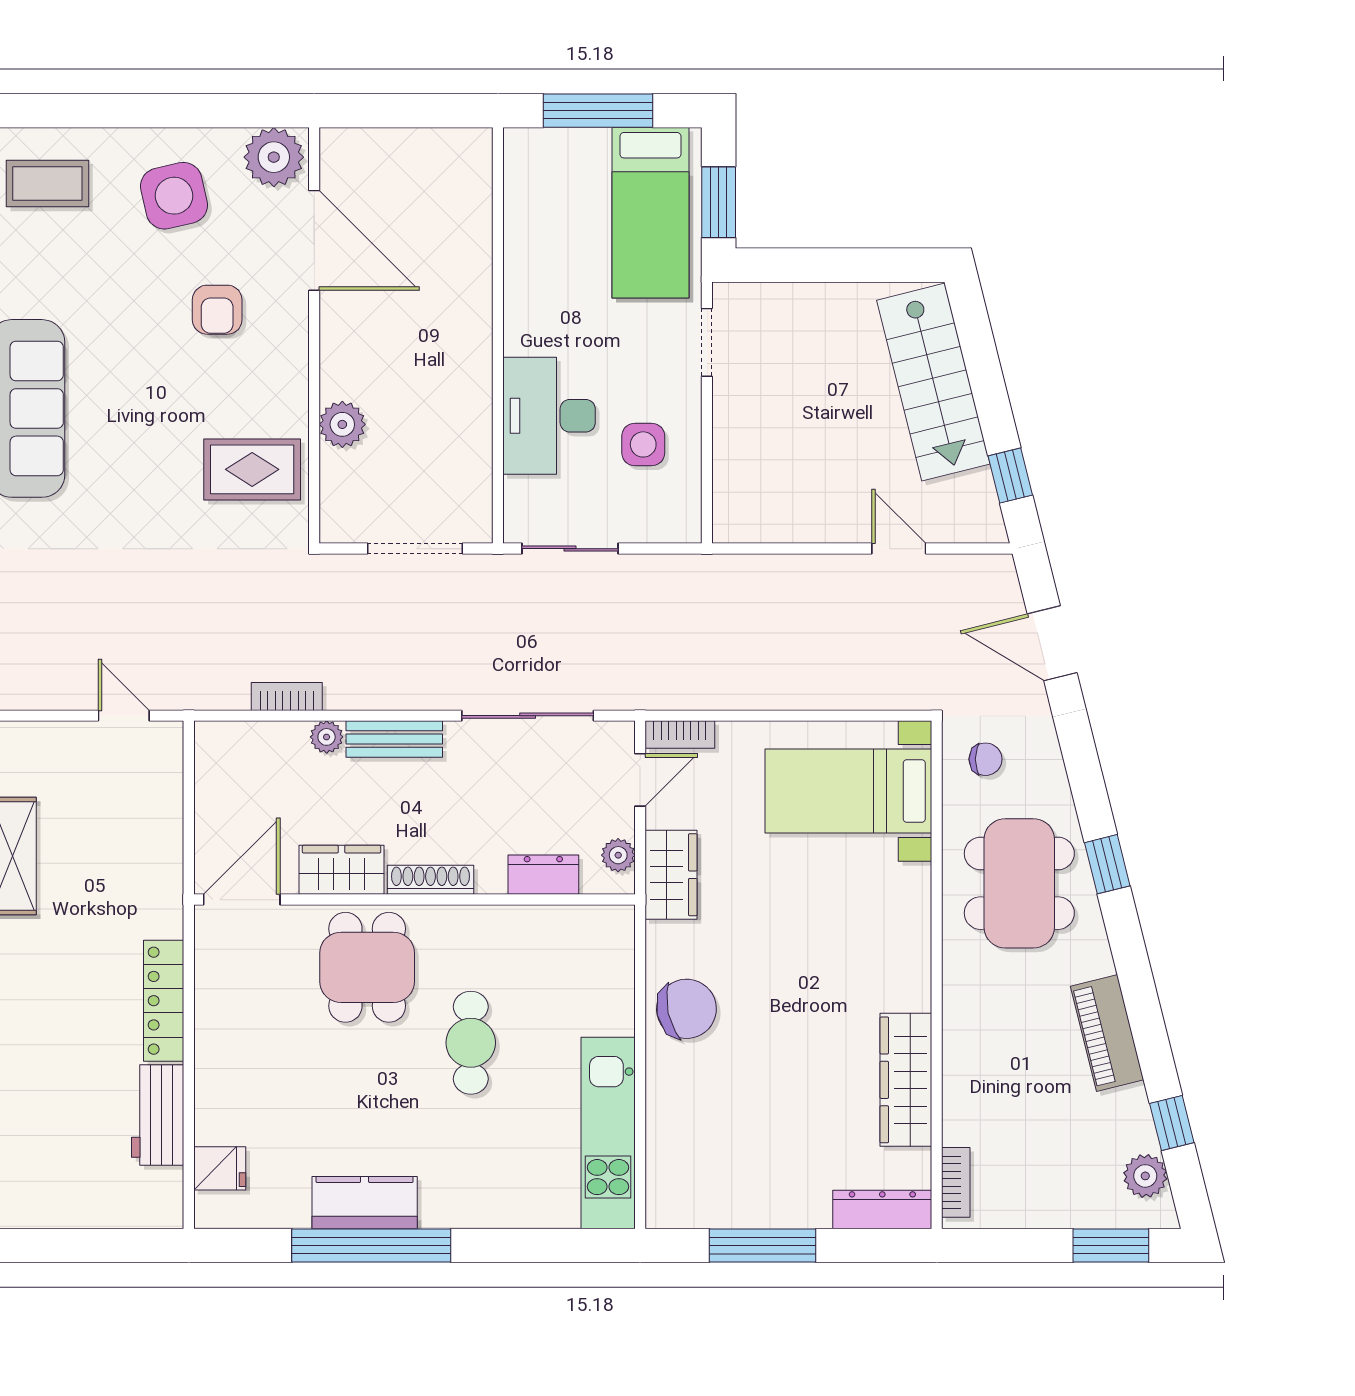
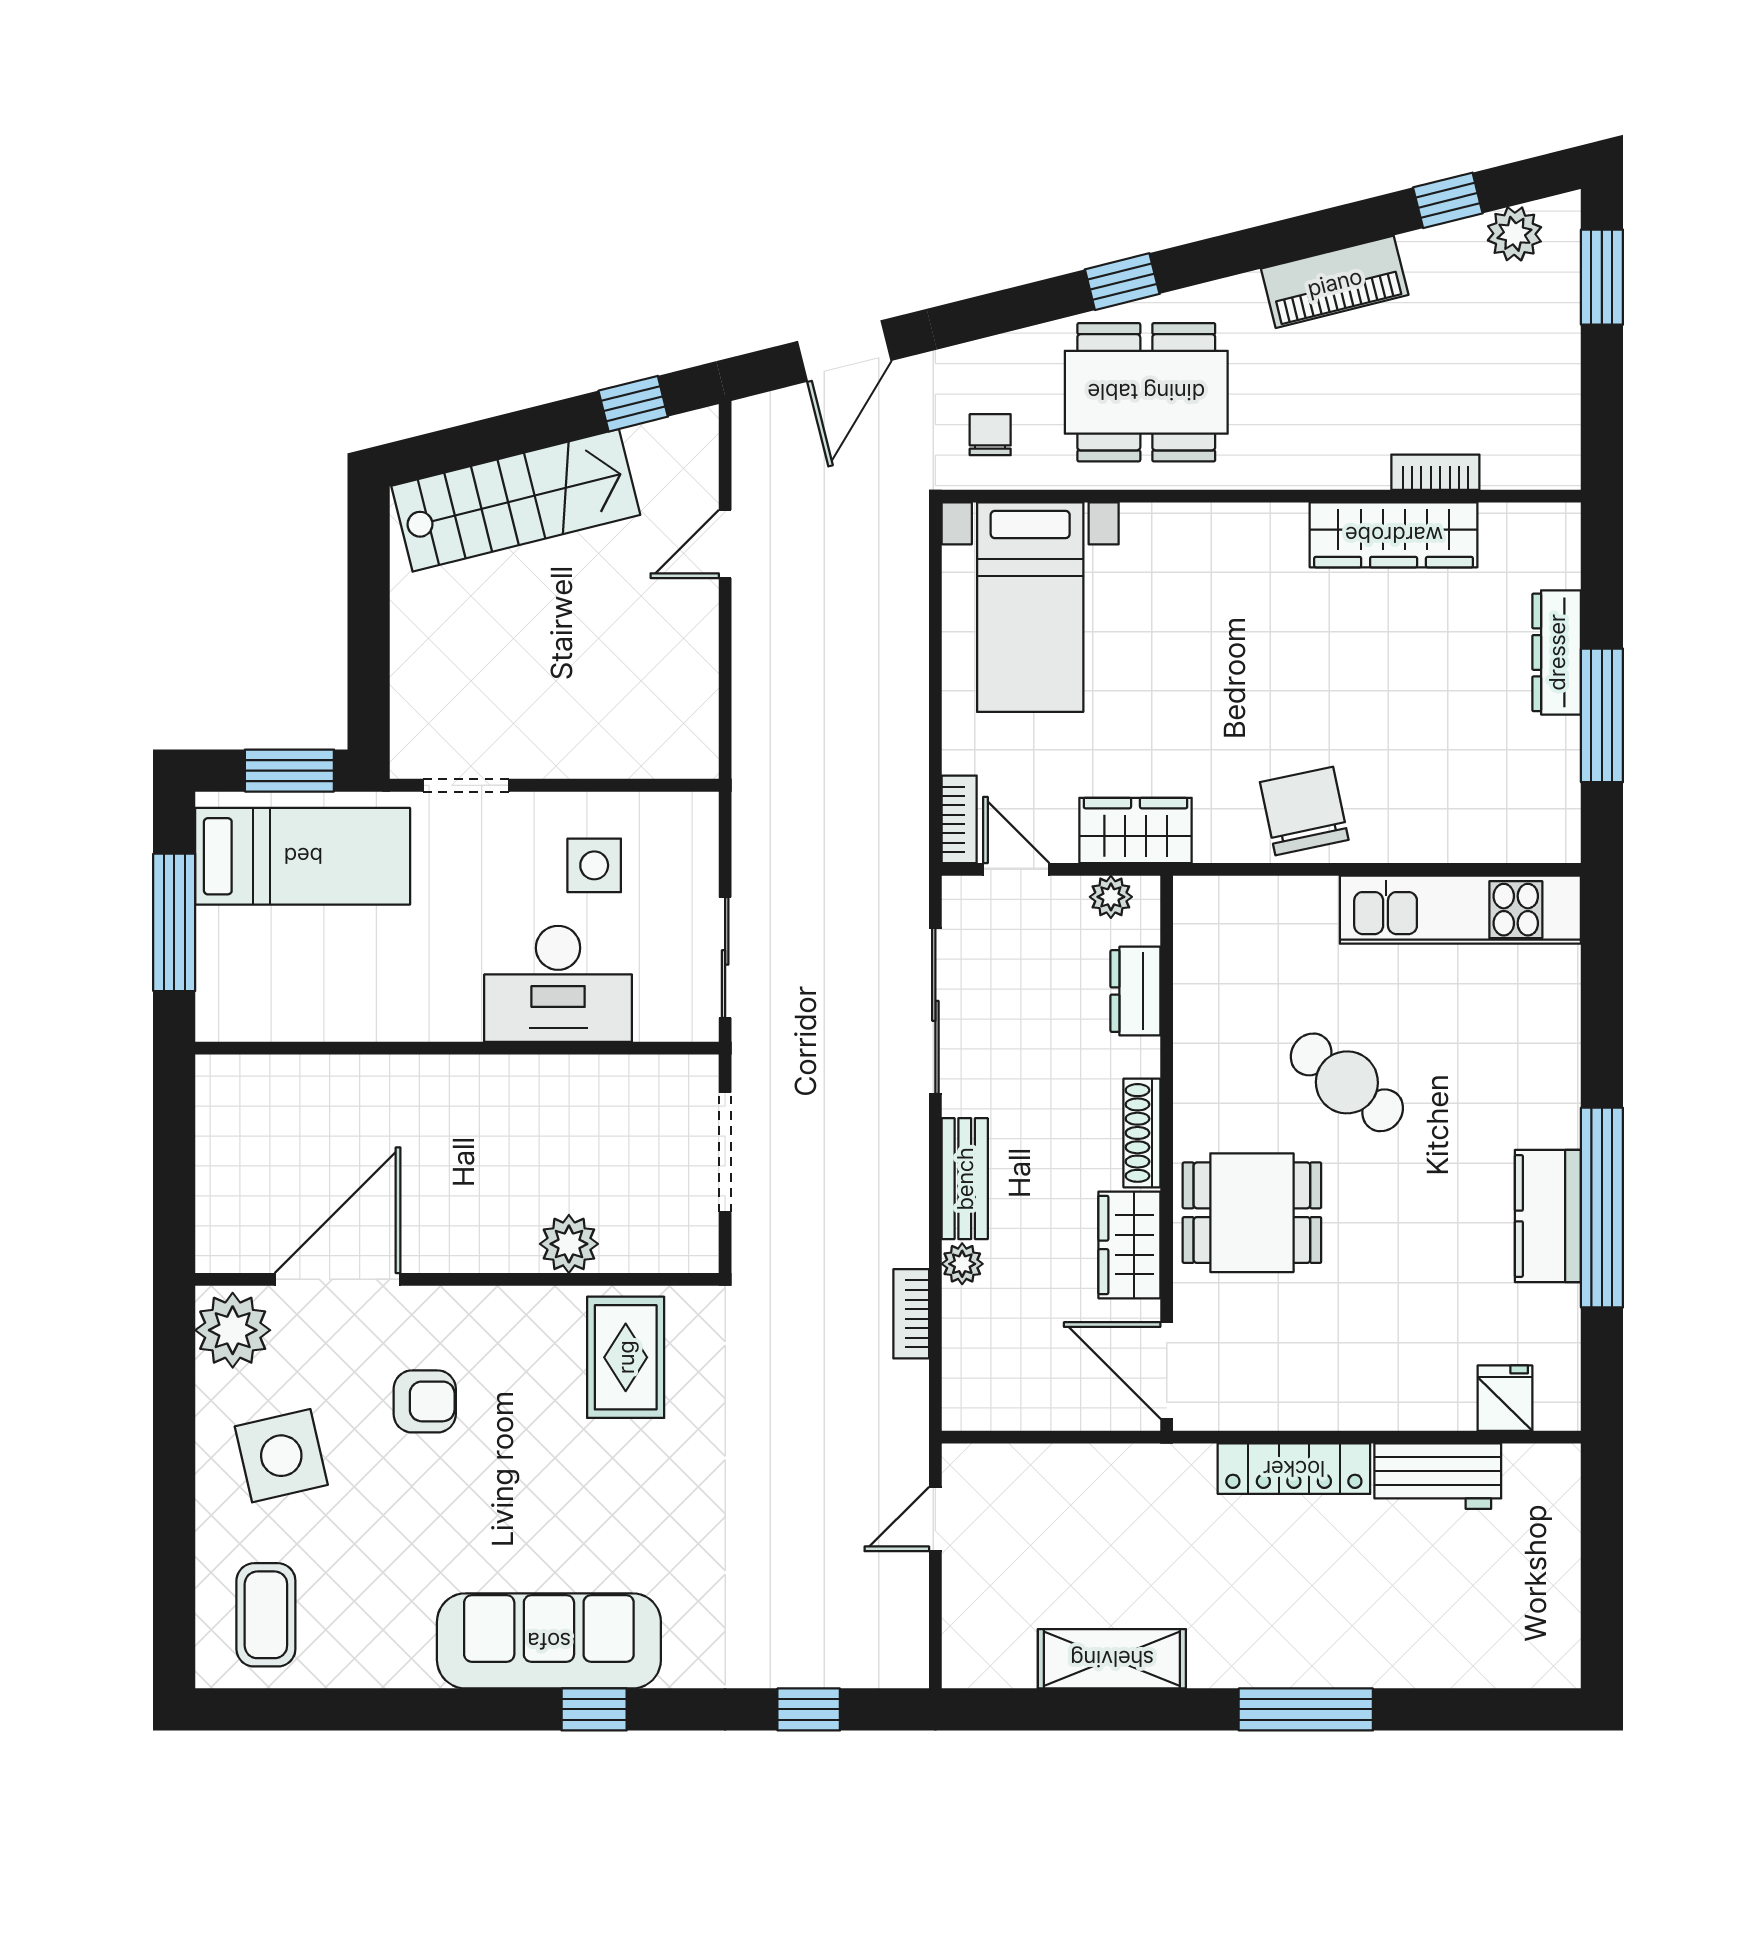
cafe table: (471, 1043) -> (1347, 1082), turned 38
bookcase: (956, 1182) -> (1435, 472), moved
dresser: (882, 1209) -> (1557, 652), moved

